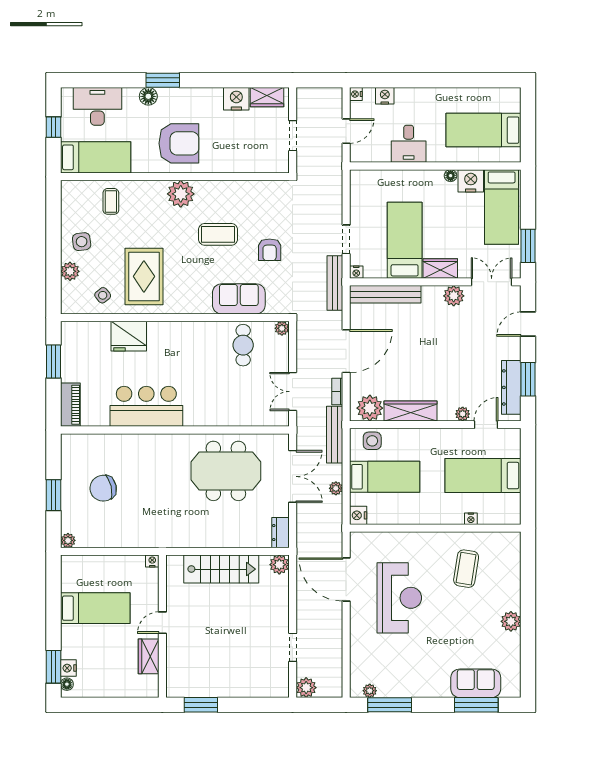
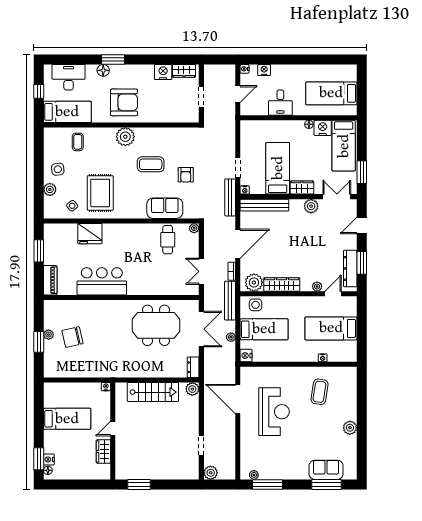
plant: (68, 540) -> (49, 335), moved

